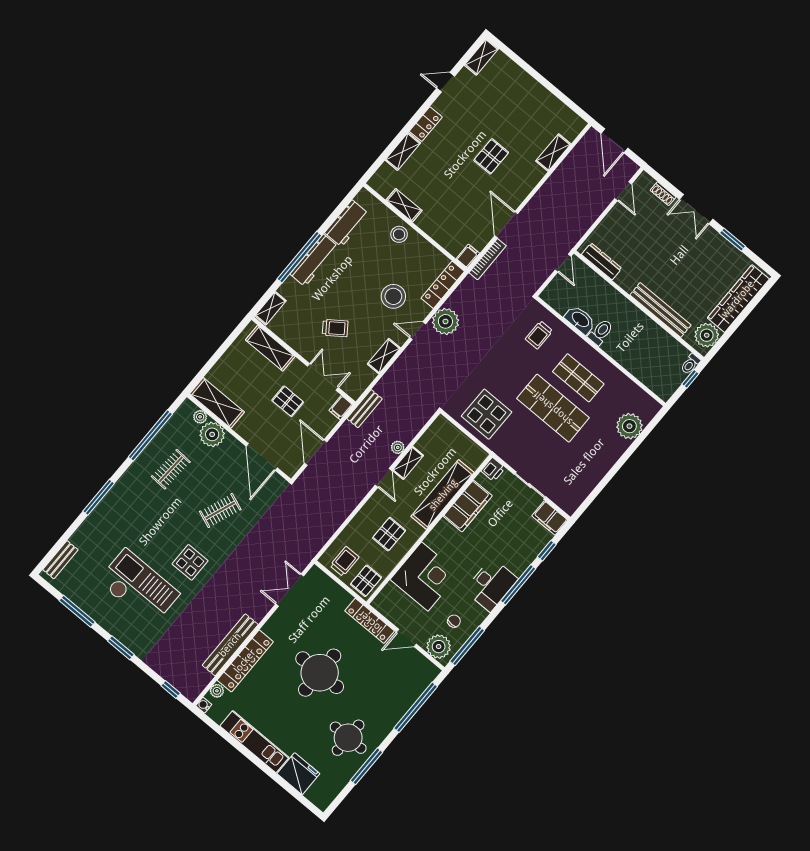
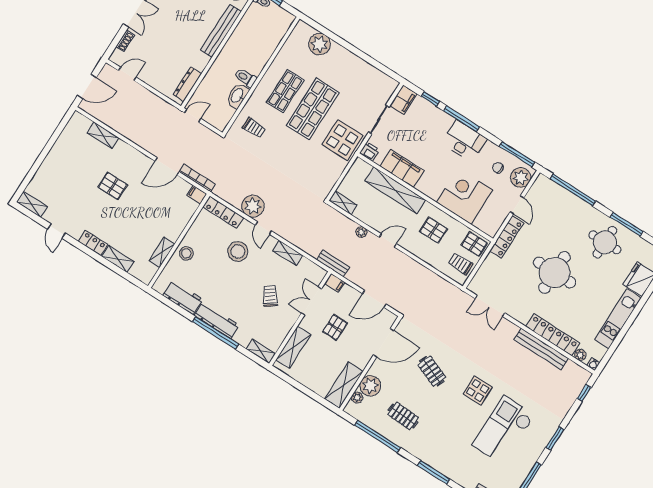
display table: (487, 414) -> (342, 140), moved
shelving: (408, 463) -> (343, 203), moved

